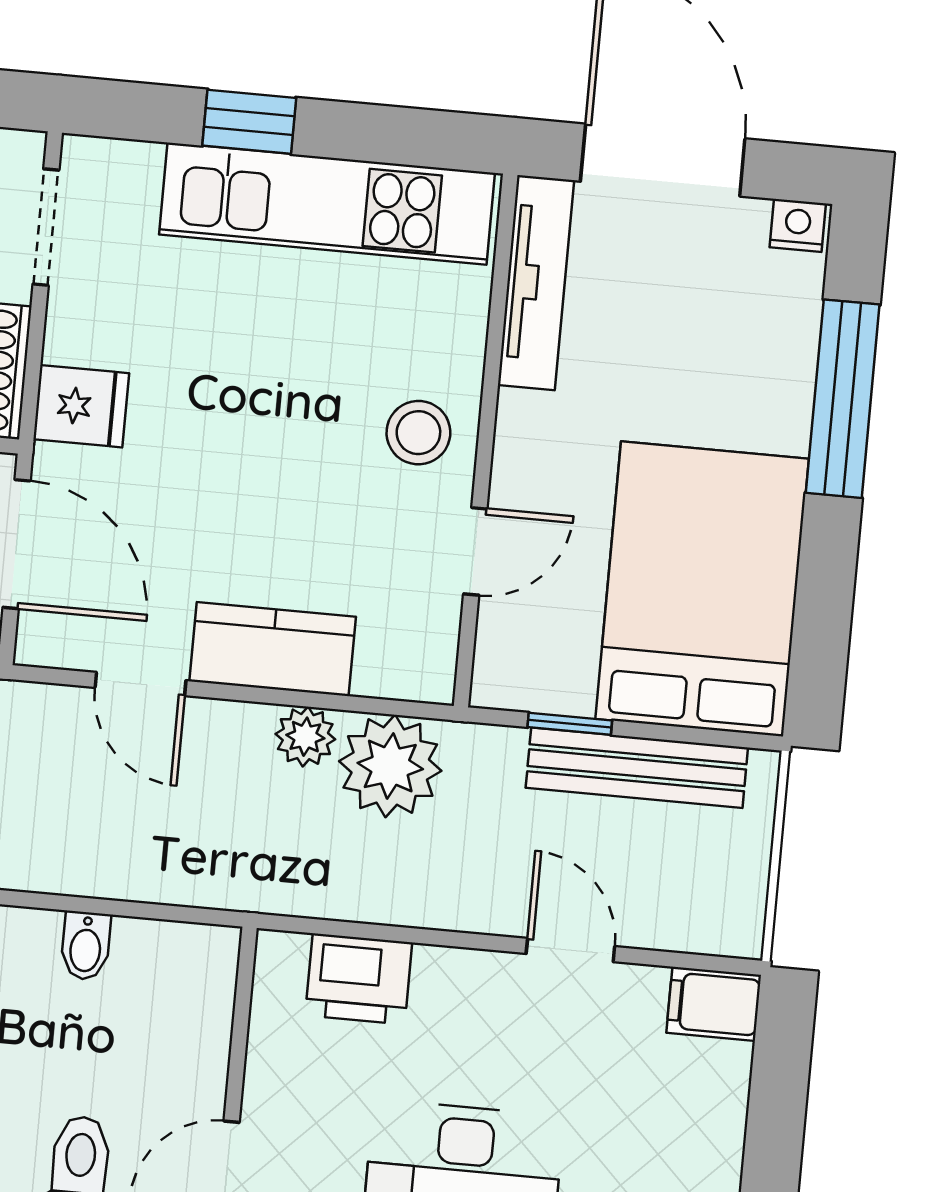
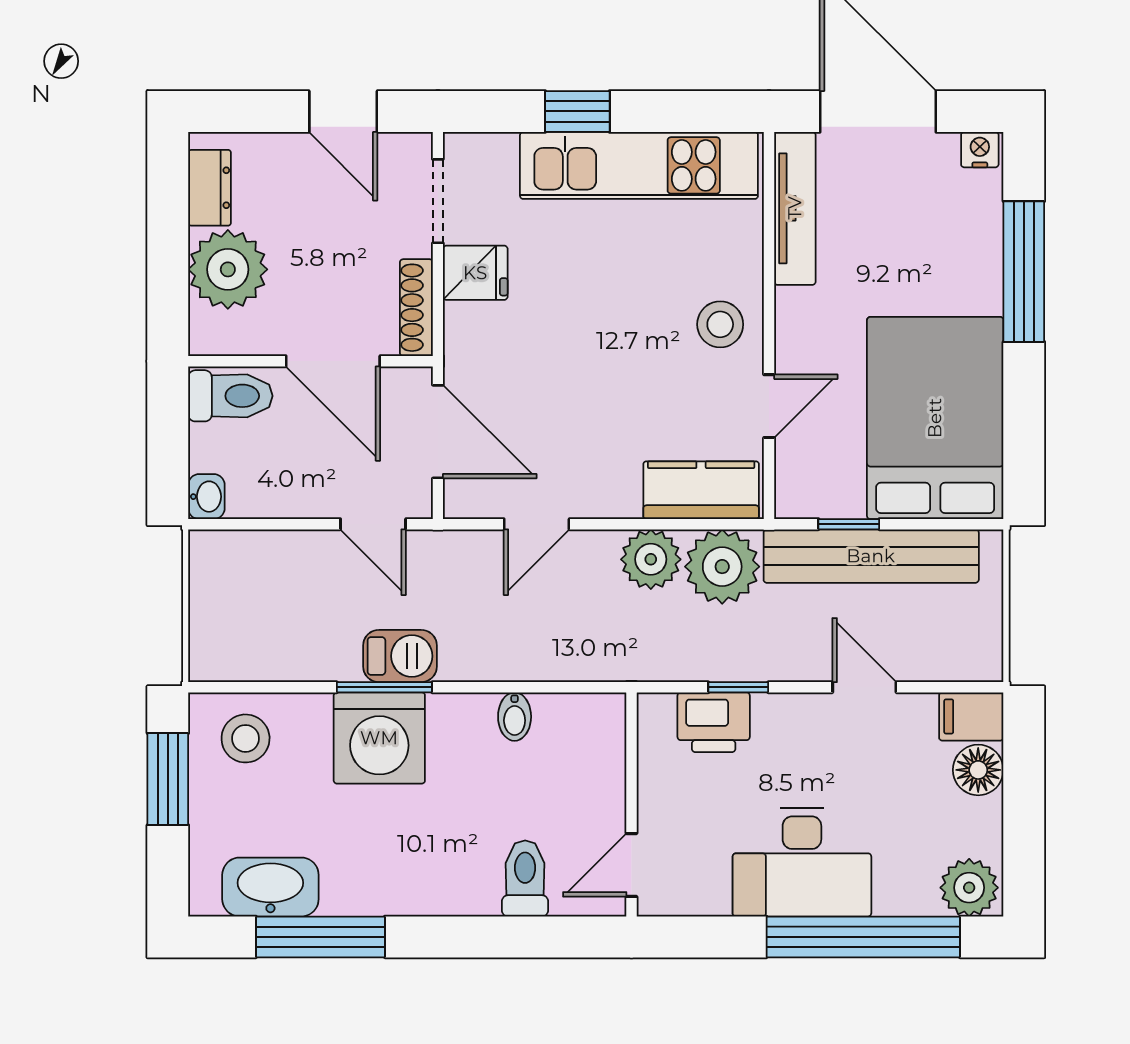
fridge: (81, 406) -> (475, 273), moved
kitchen counter: (273, 649) -> (701, 490), moved
door: (140, 684) -> (537, 524), hinge flipped
plant: (305, 737) -> (651, 559), width x1.38, depth x1.38
bench: (637, 768) -> (871, 556), width x1.37, depth x1.21
window: (397, 934) -> (738, 687), added
floor lamp: (716, 1078) -> (978, 770), added

